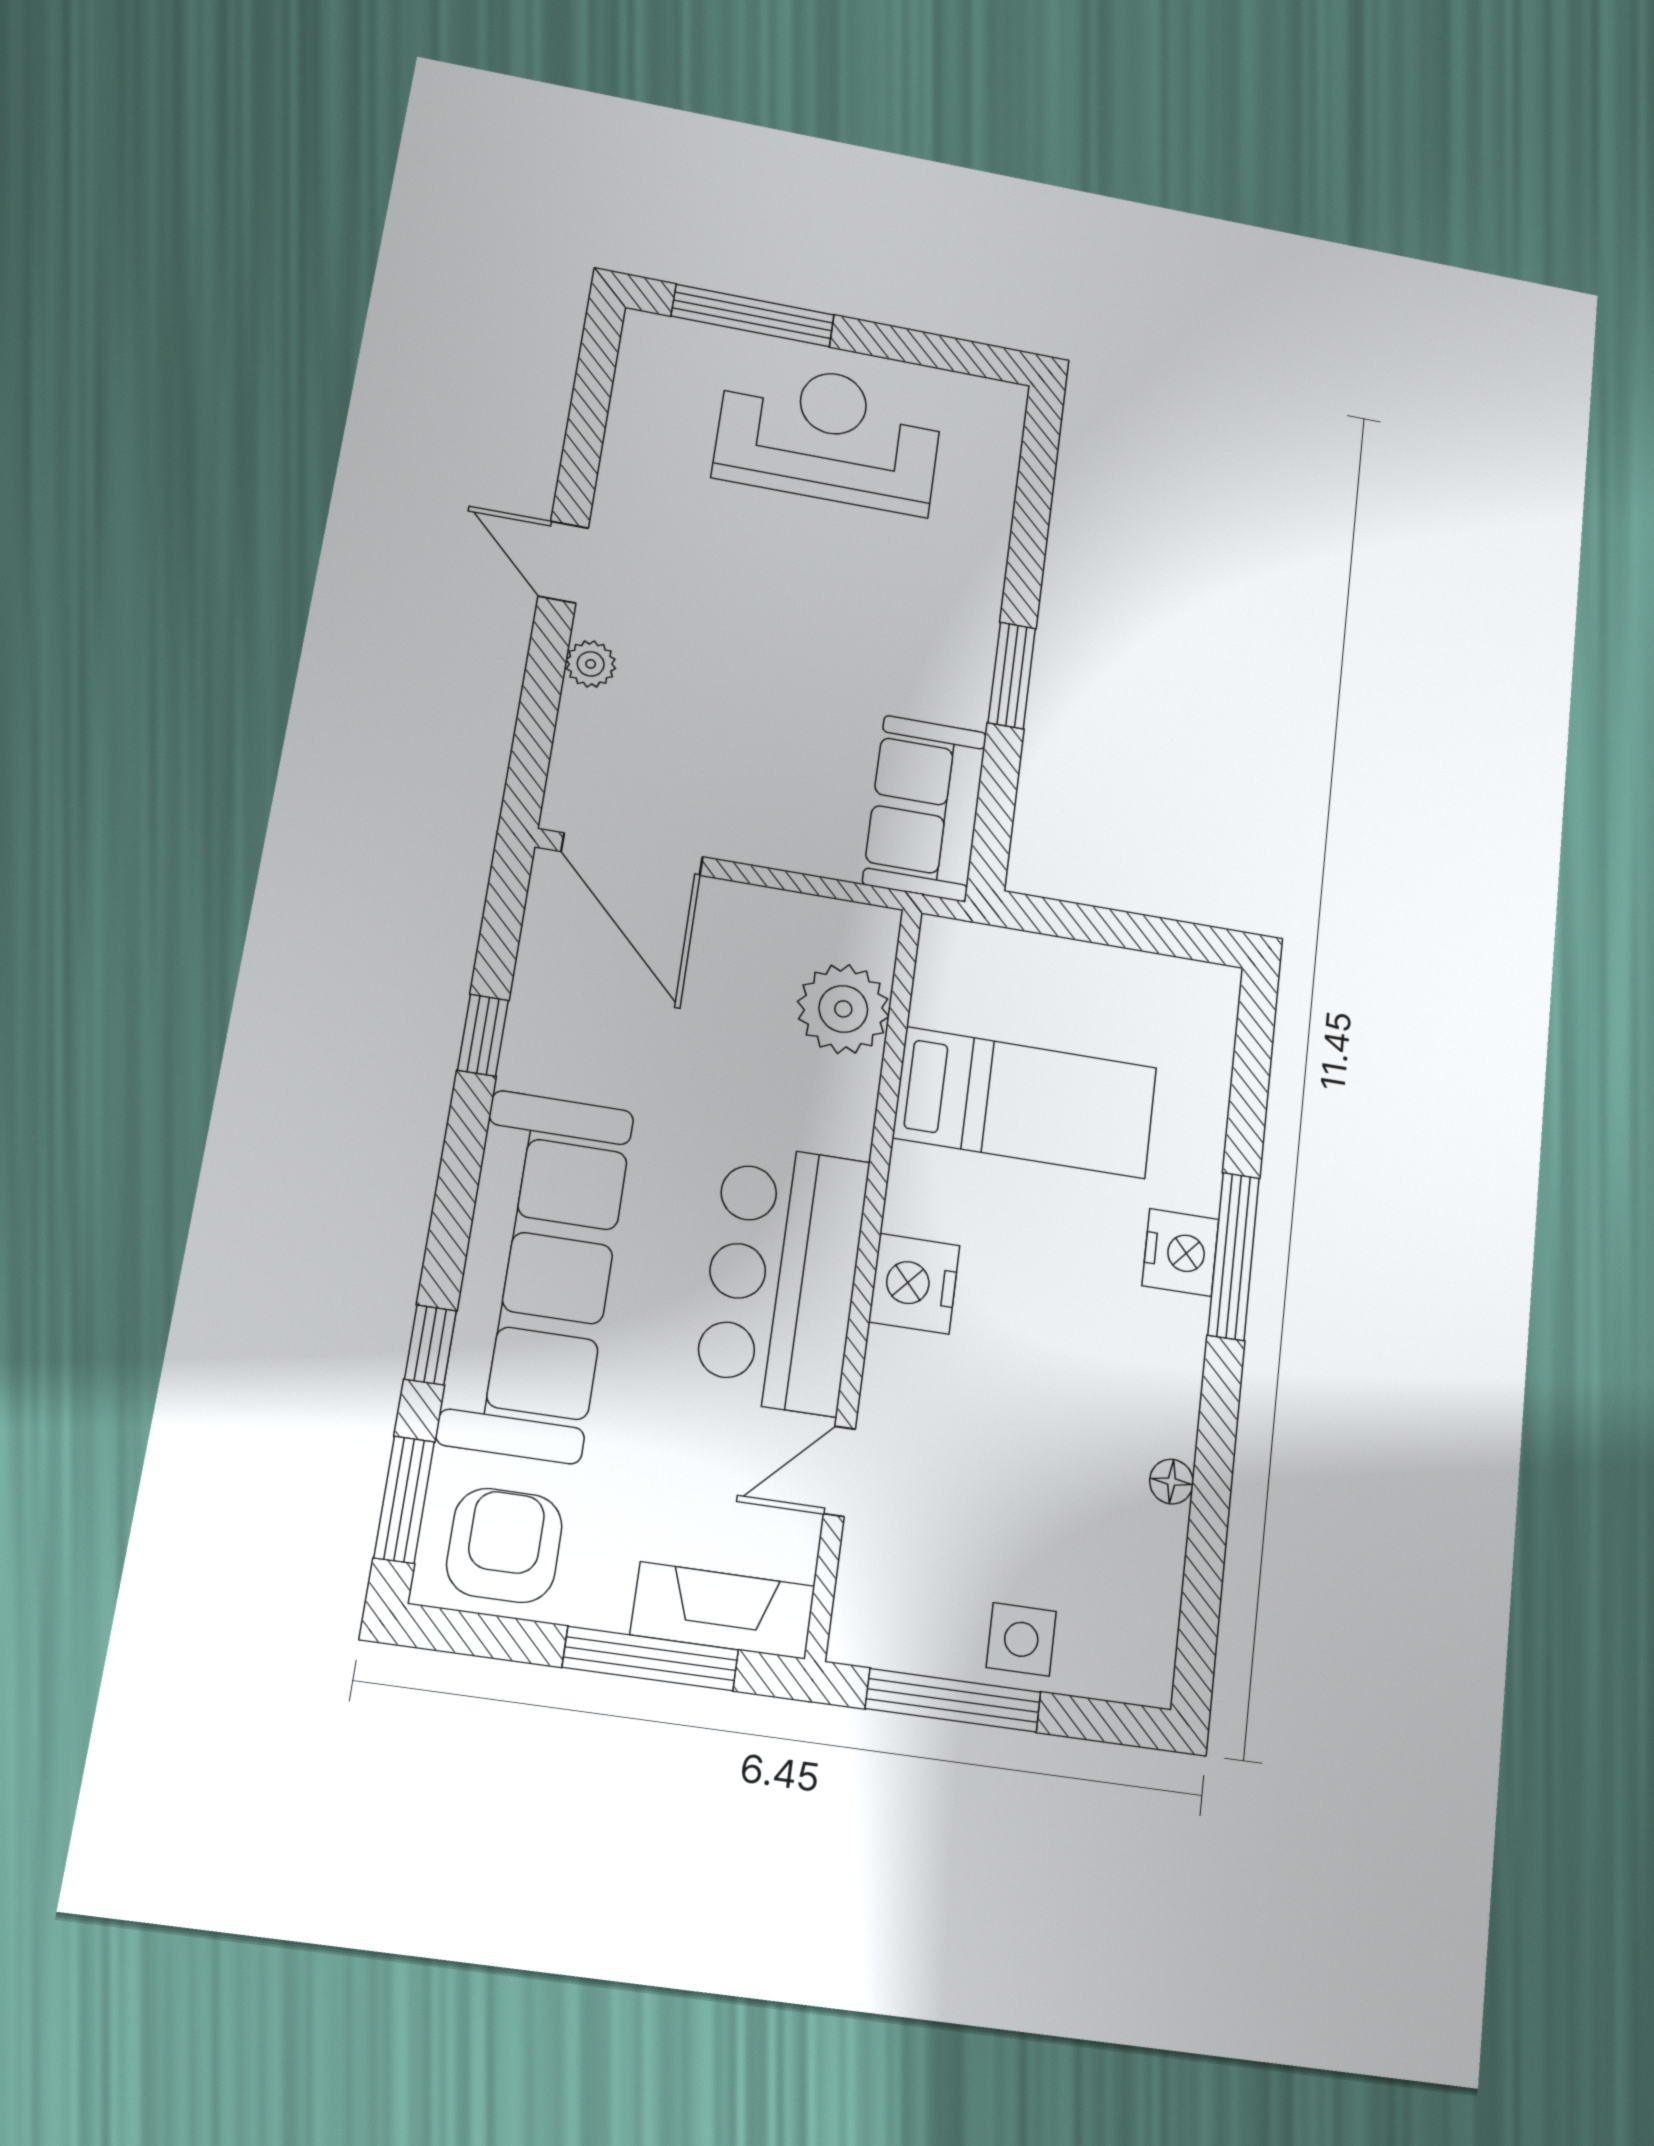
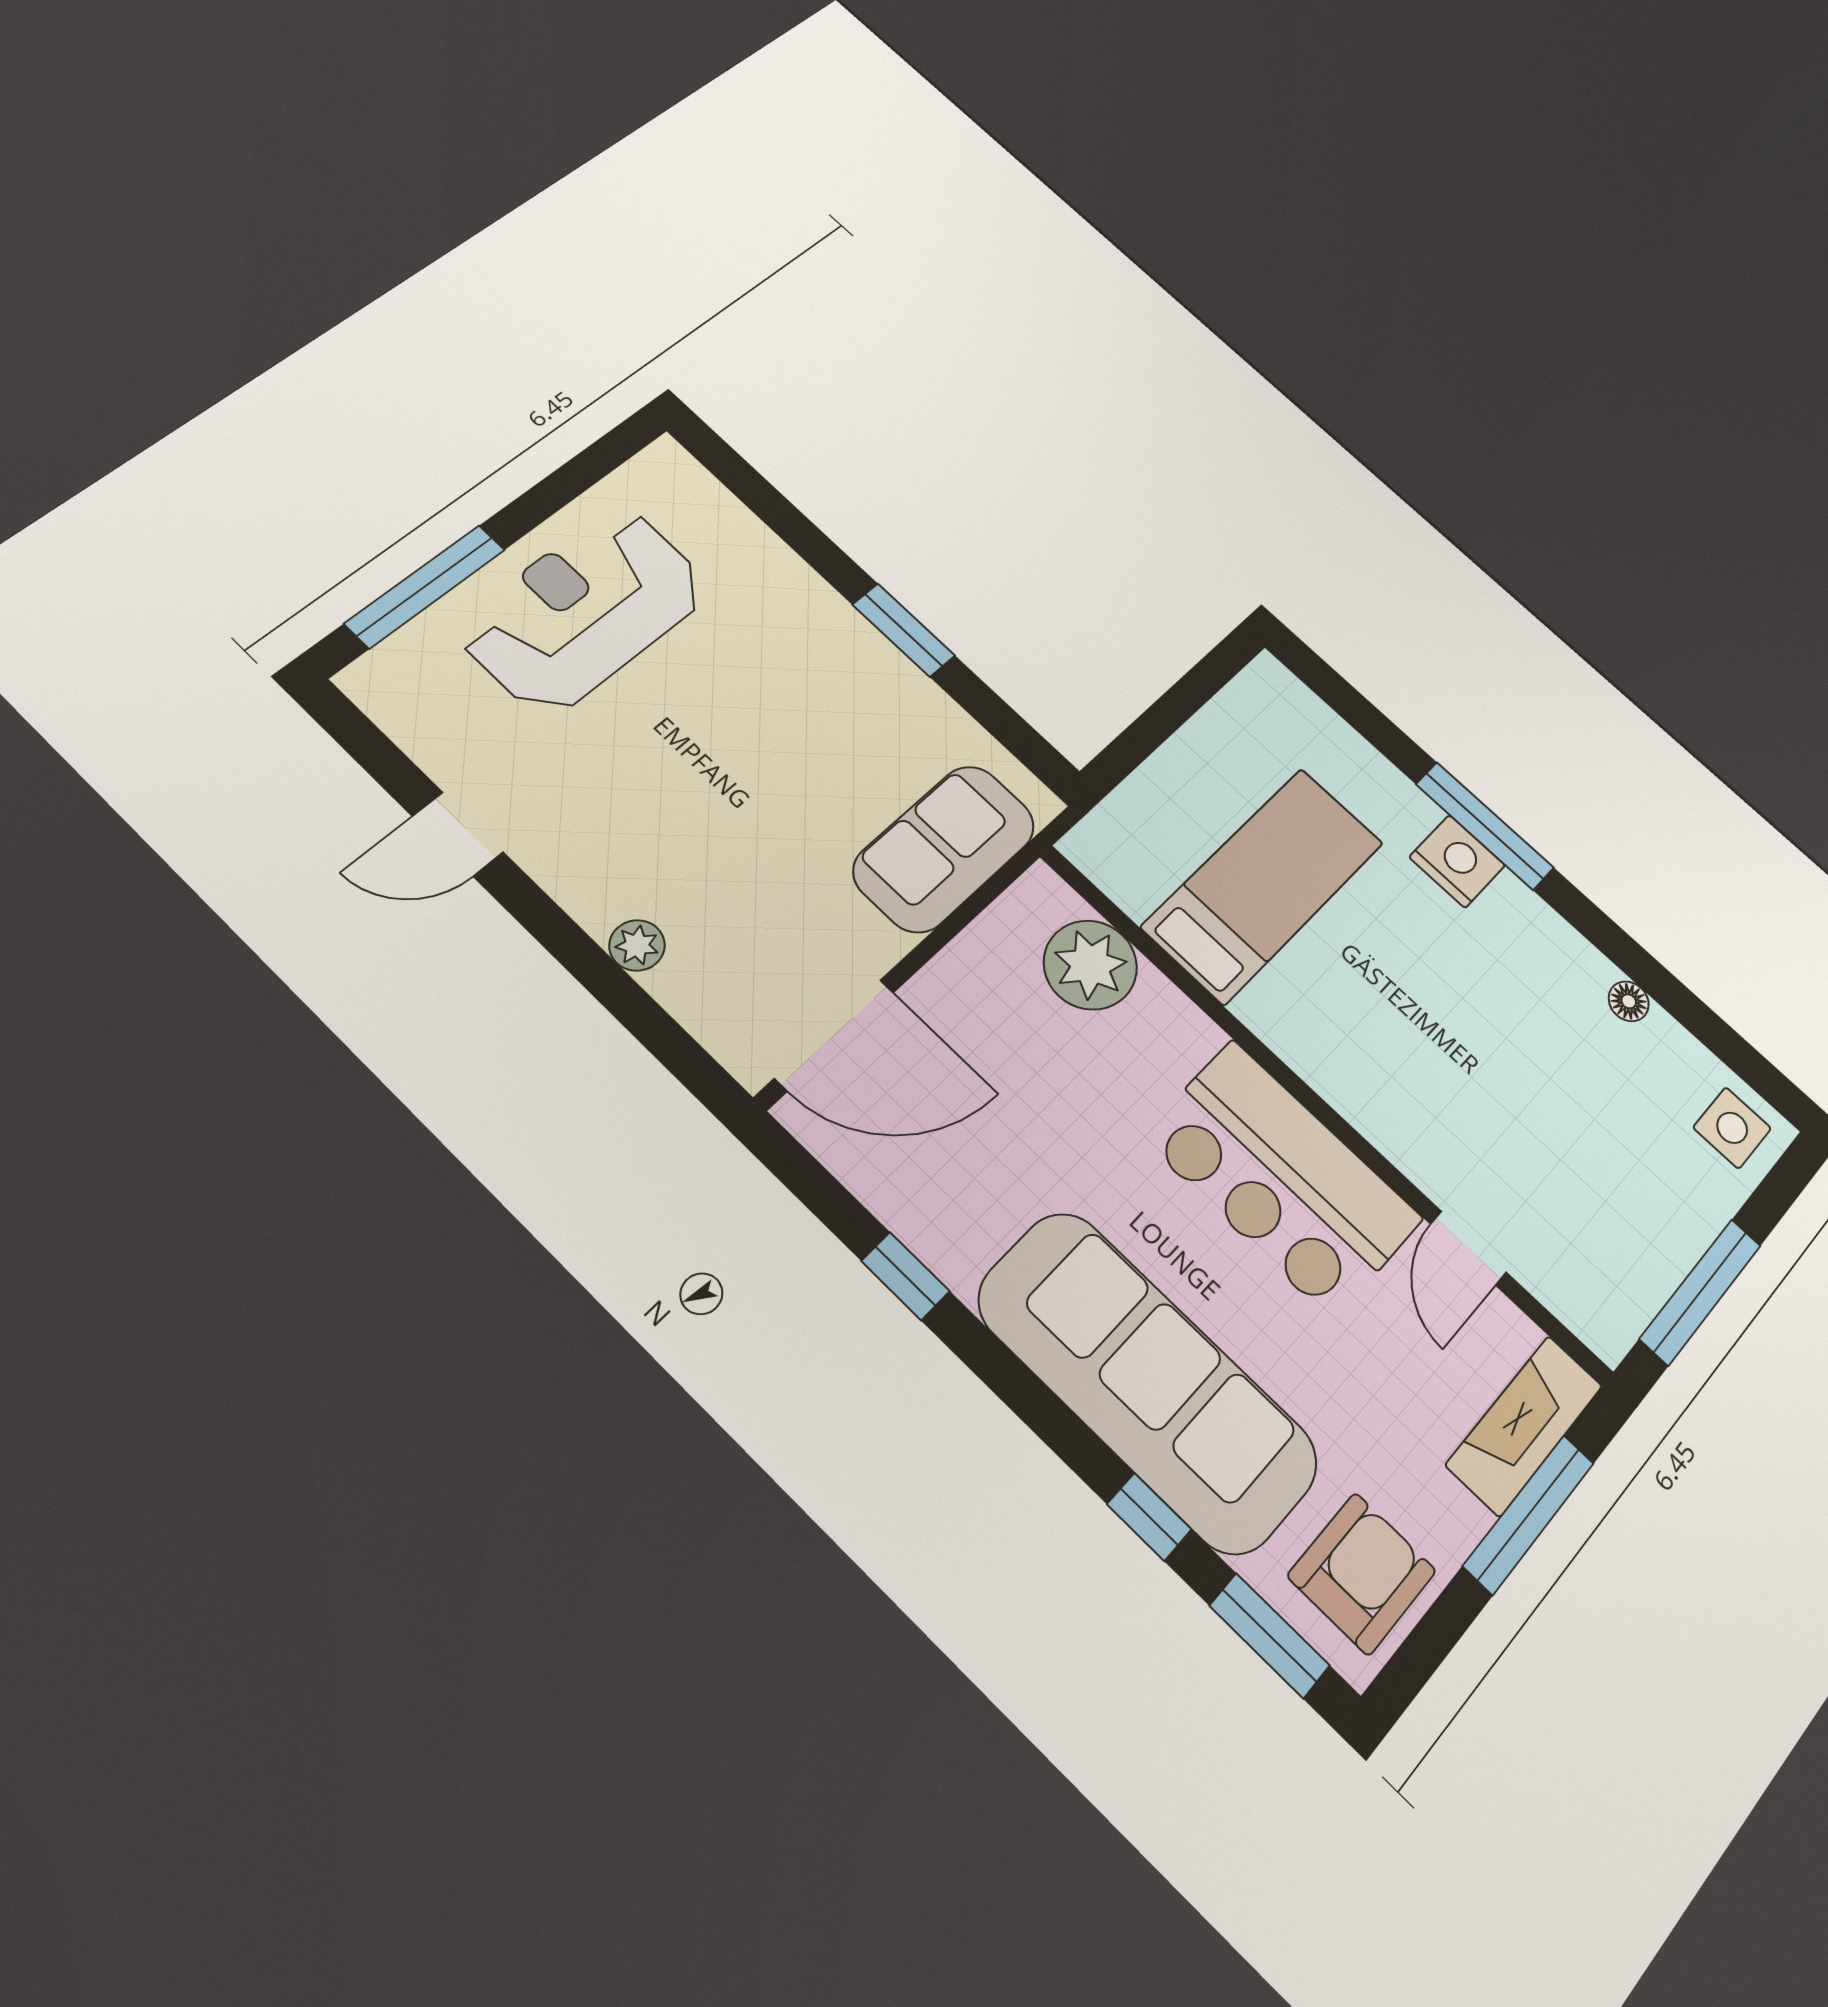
door: (563, 562) -> (458, 834), moved
sofa: (925, 808) -> (944, 848), moved, turned 90
nightstand: (914, 1284) -> (1354, 1078), removed
armchair: (504, 1545) -> (1362, 1573), turned 90
side table: (1021, 1639) -> (1732, 1128), moved

